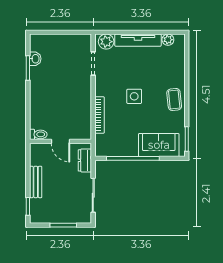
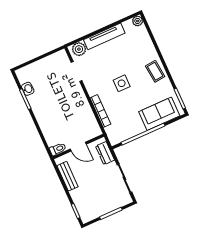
plant: (168, 40) -> (138, 21), moved
bench: (36, 182) -> (67, 176), moved

